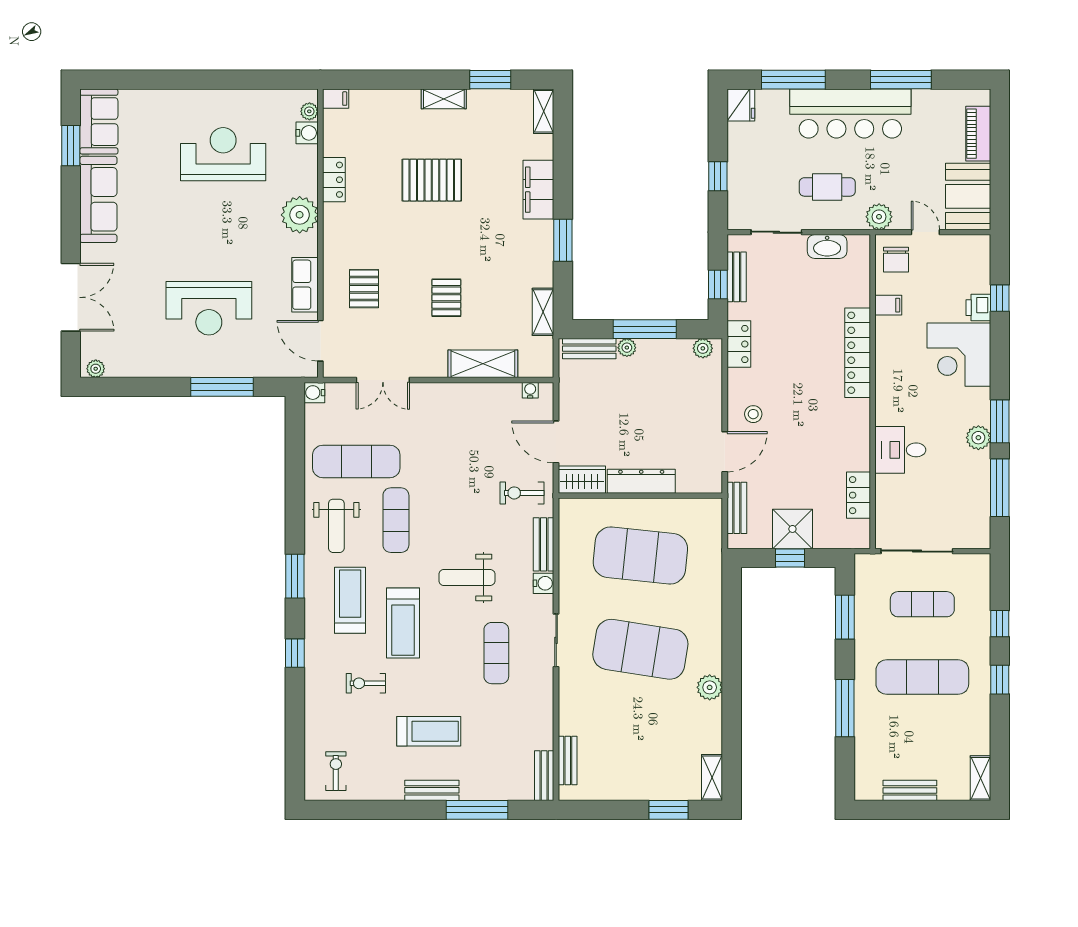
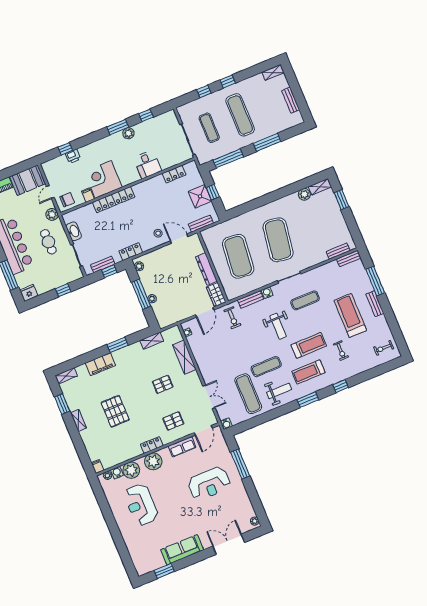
sofa: (99, 122) -> (149, 563), removed
plant: (300, 163) -> (131, 470), added
locker: (334, 180) -> (152, 445), moved
reception desk: (209, 308) -> (209, 484), turned 90
bench: (589, 349) -> (159, 315), removed
corner desk: (959, 355) -> (103, 179), moved, turned 180
window: (1000, 488) -> (146, 115), width x0.46
window: (845, 617) -> (228, 158), width x1.44
plant: (710, 687) -> (304, 194), moved
treadmill: (429, 731) -> (350, 315), width x1.37, depth x1.38

